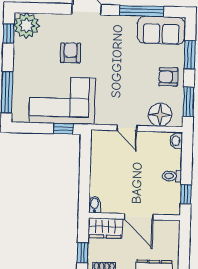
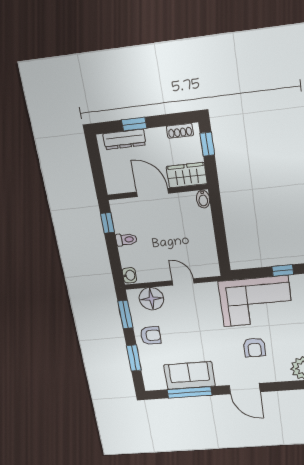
sofa: (161, 30) -> (189, 376), moved
window: (63, 129) -> (283, 270), moved

